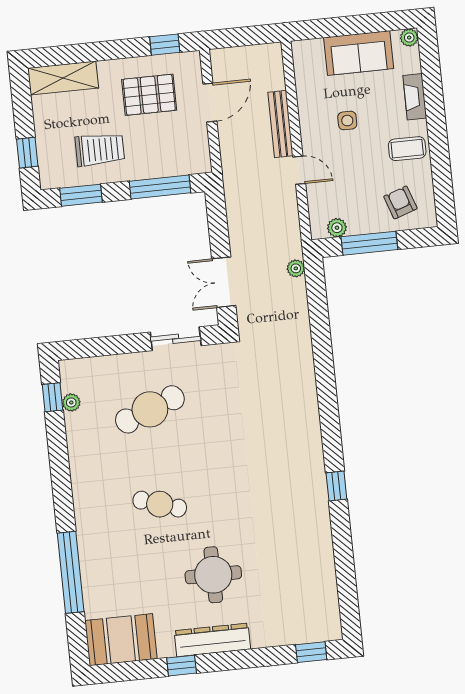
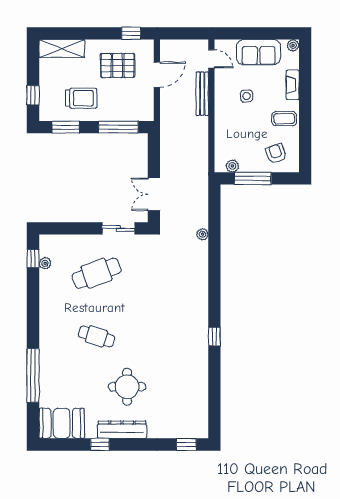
door: (299, 170) -> (211, 59), moved
plant: (296, 268) -> (202, 234), moved

